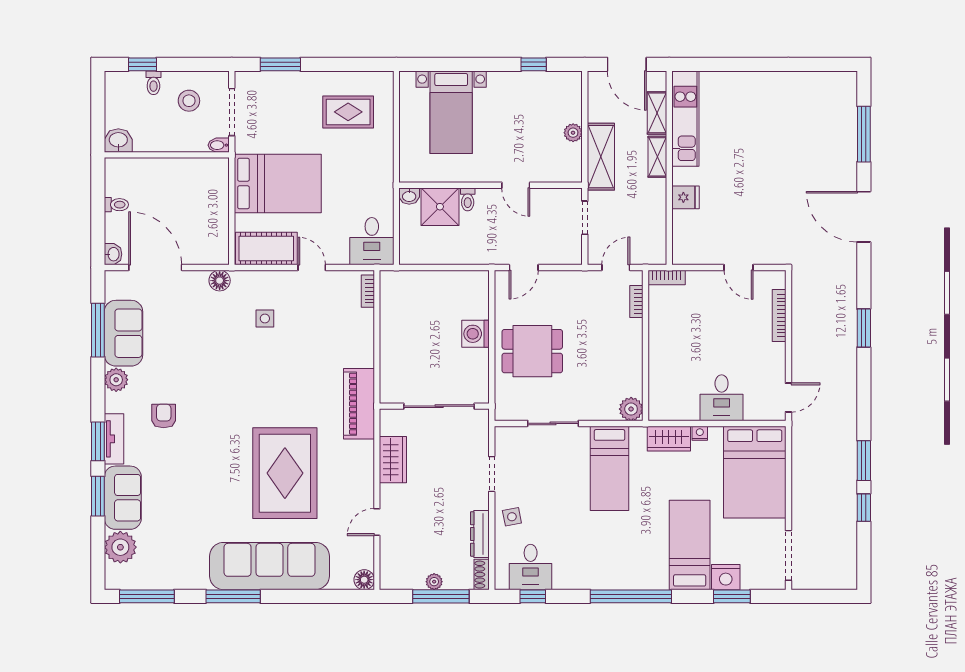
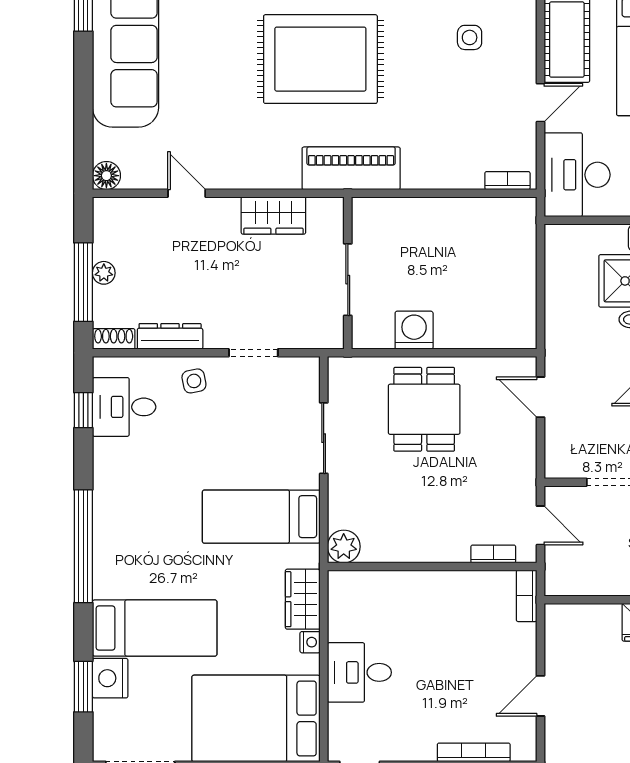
desk: (372, 241) -> (577, 175), width x1.37
washing machine: (475, 334) -> (414, 330), moved
sliding door: (439, 406) -> (348, 280), width x0.73
rug: (285, 473) -> (320, 59), moved

